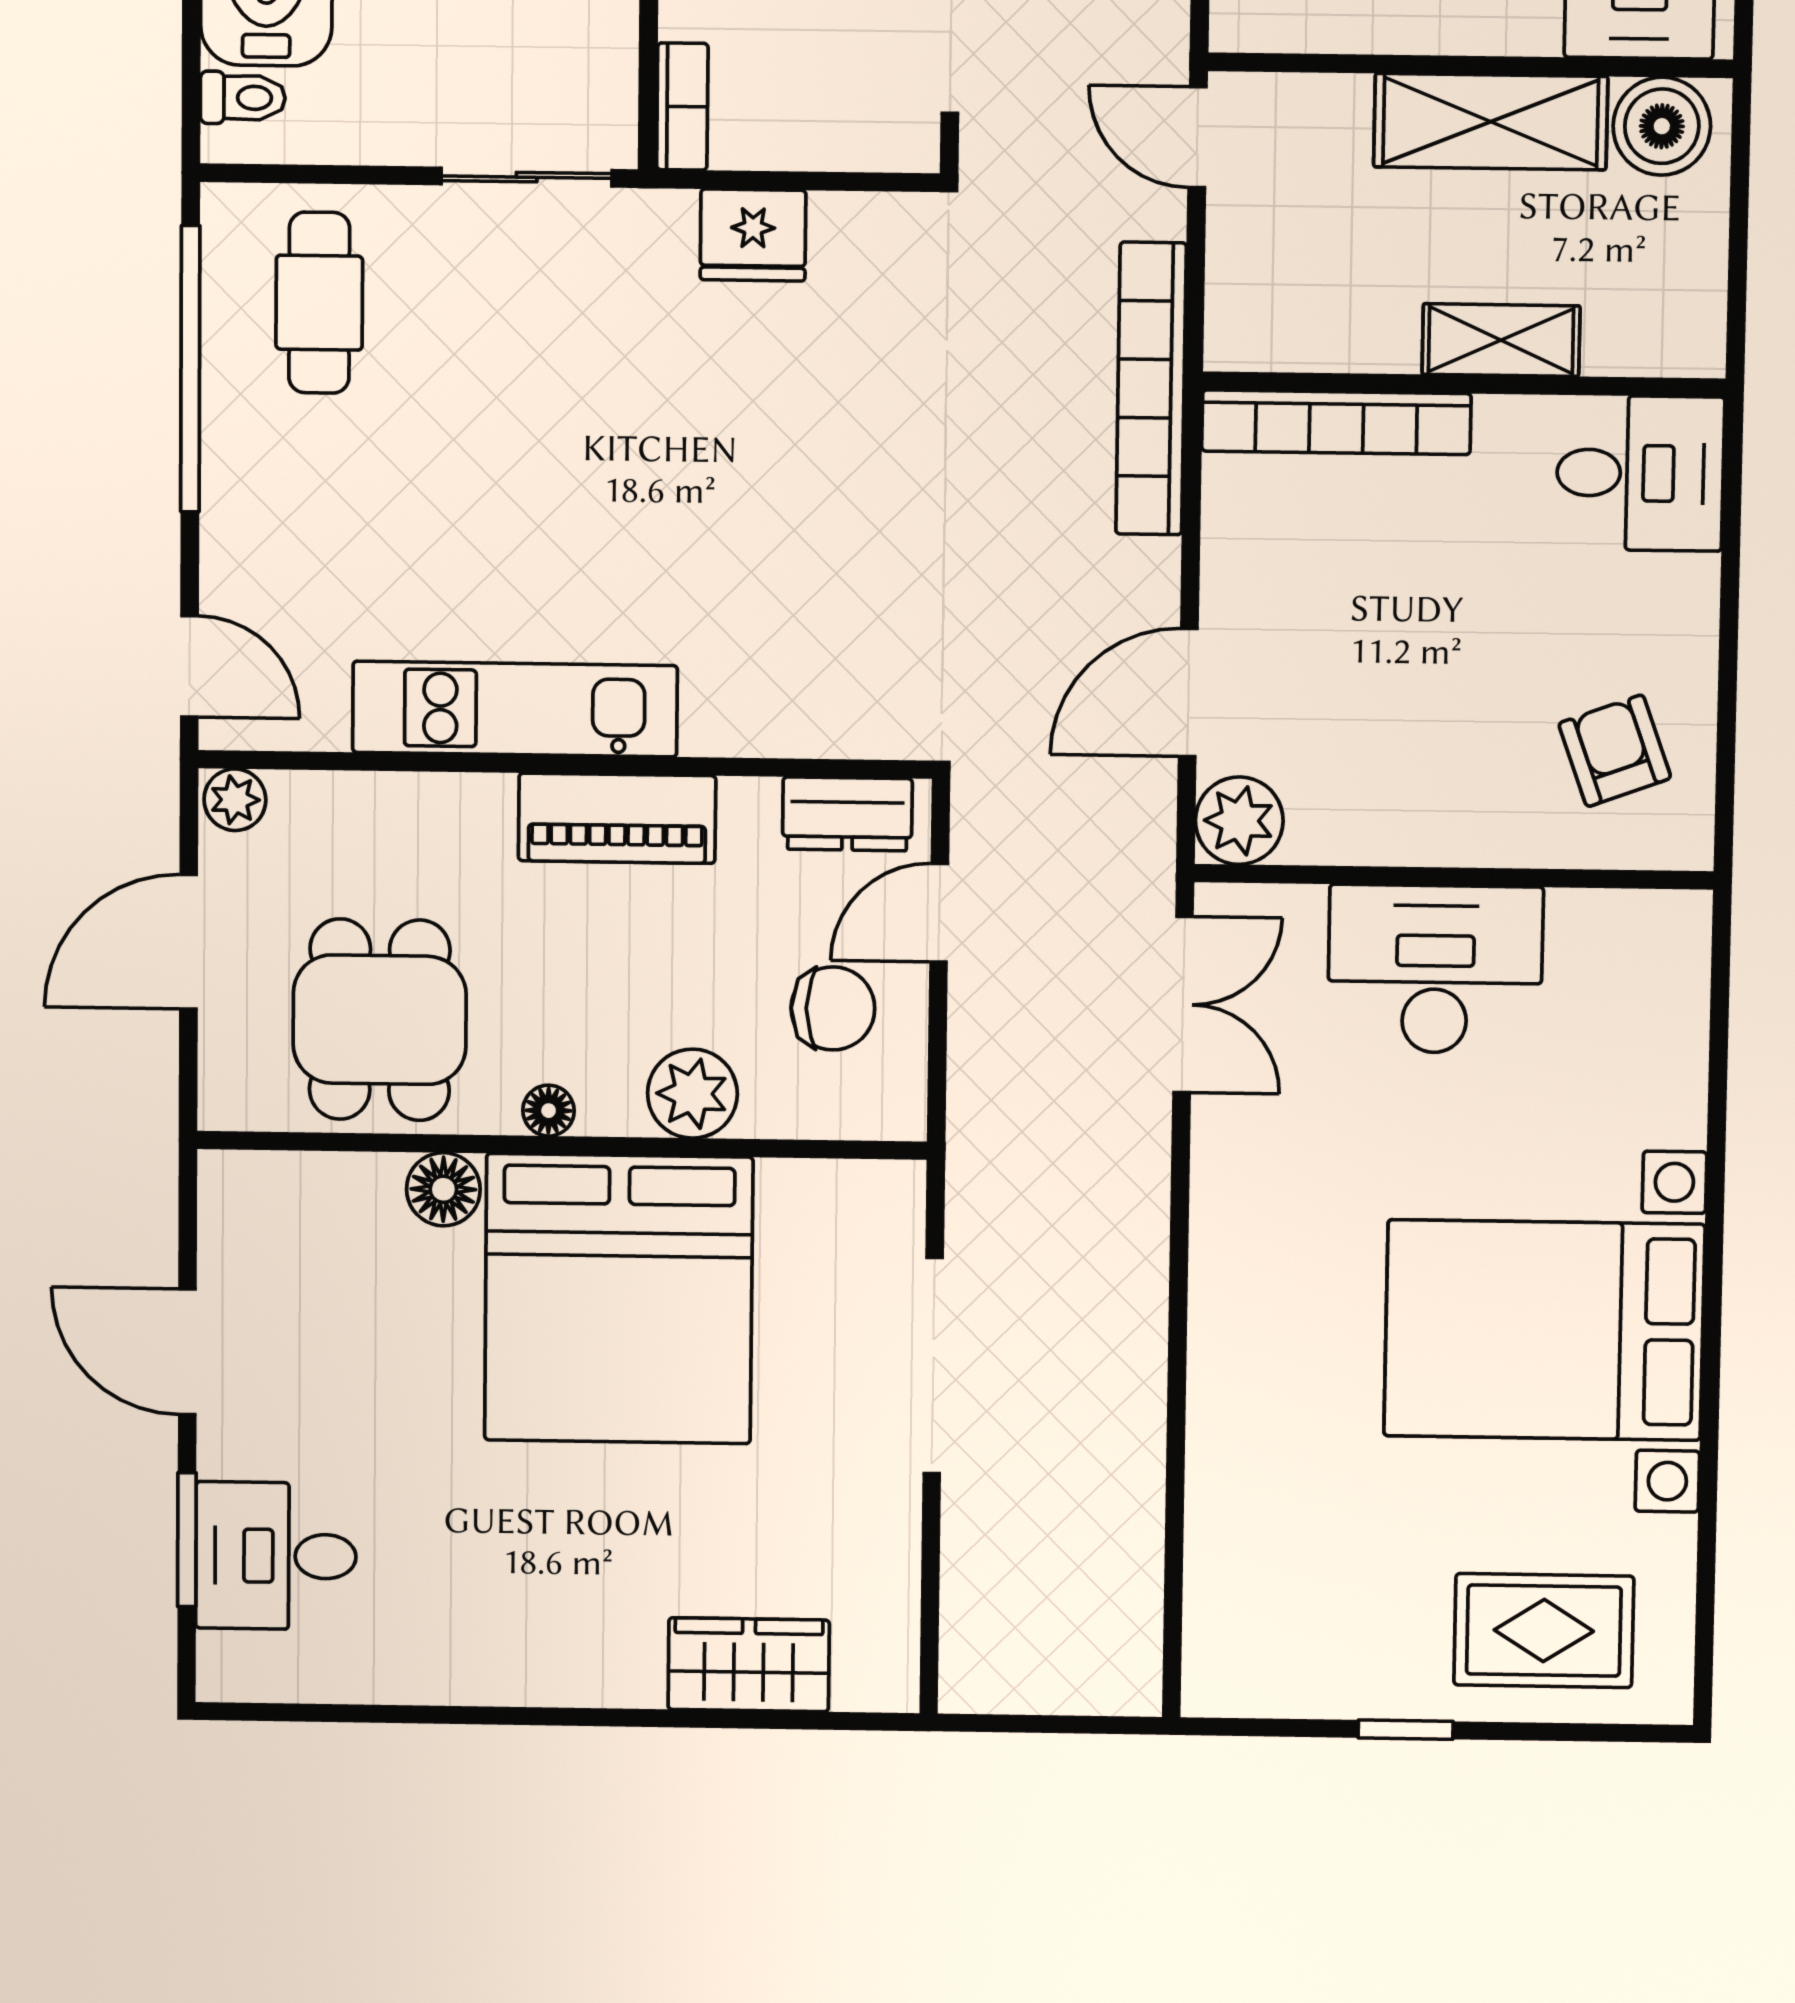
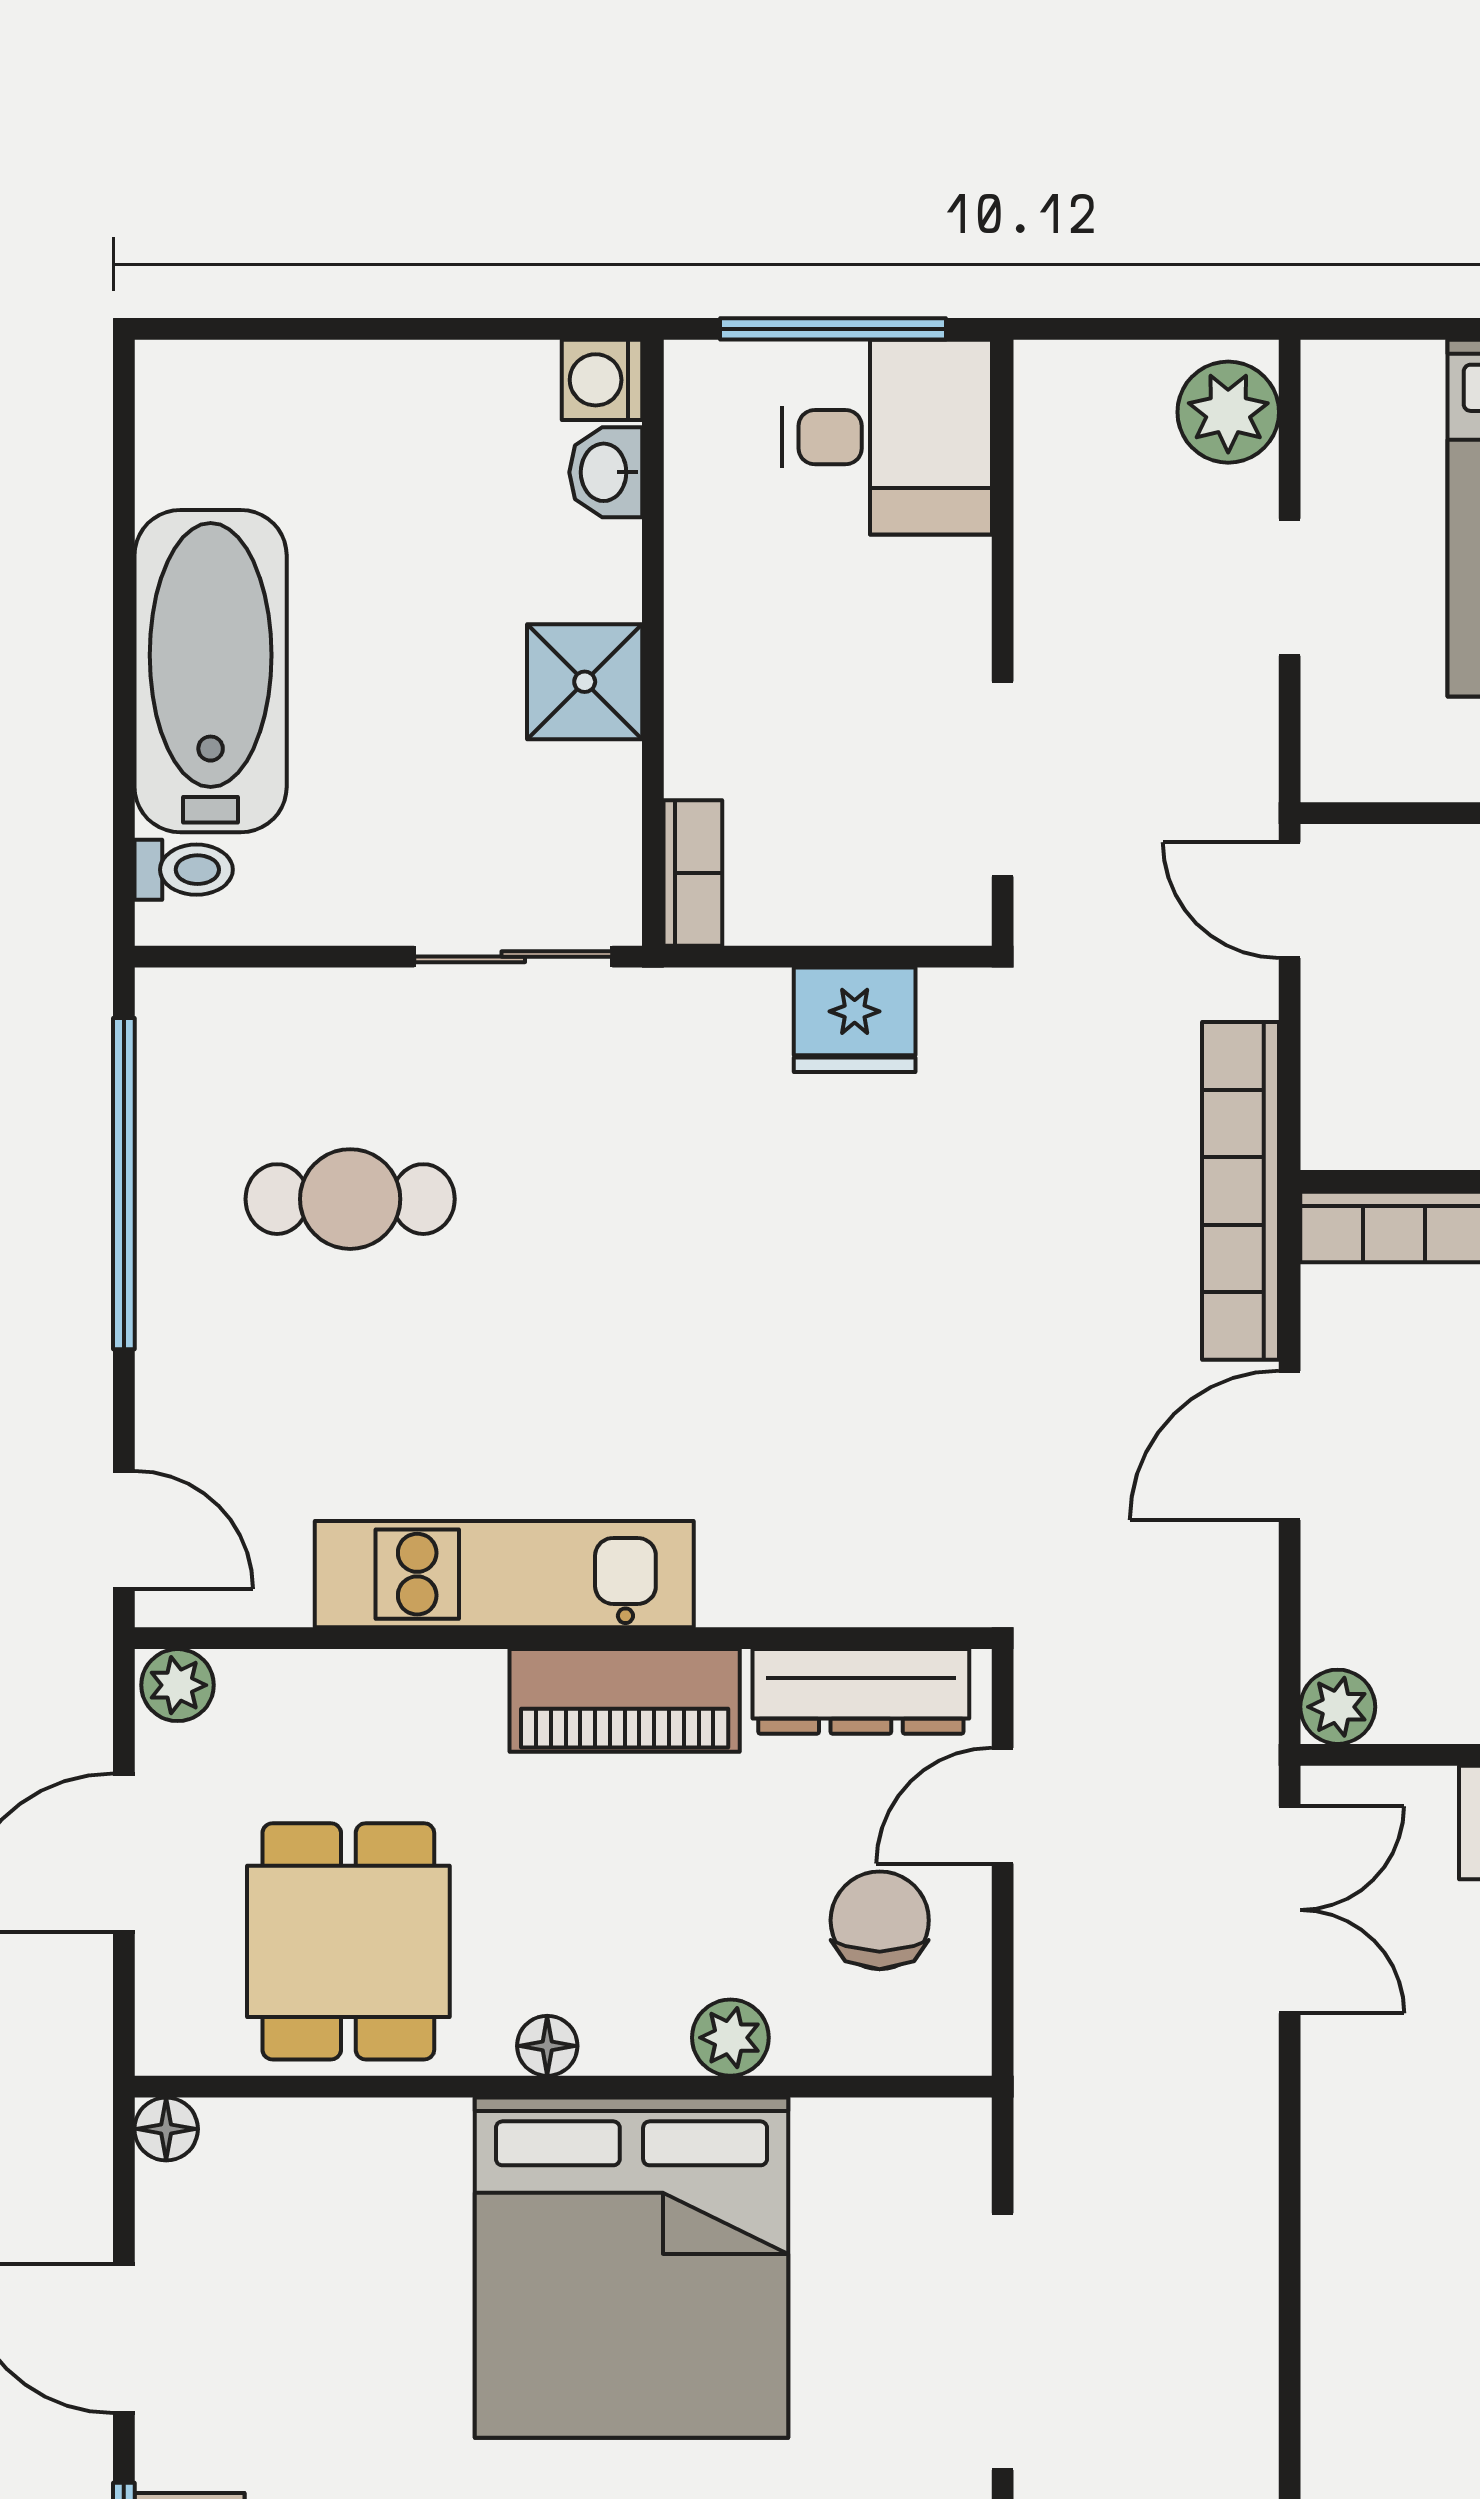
fridge: (753, 235) -> (855, 1020), moved
cafe table: (319, 303) -> (350, 1199), moved, turned 90
door: (1188, 693) -> (1290, 1445), moved
dresser: (847, 814) -> (861, 1691), width x1.44
plant: (1239, 821) -> (1338, 1707), width x0.73, depth x0.73
chair: (833, 1008) -> (880, 1920), turned -90
plant: (692, 1094) -> (730, 2038), width x0.73, depth x0.73
floor lamp: (443, 1189) -> (166, 2129), moved, width x0.73, depth x0.73

